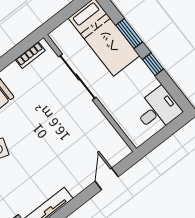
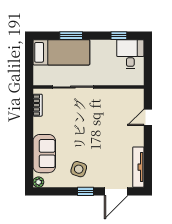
window: (153, 64) -> (119, 36), moved
door: (107, 179) -> (148, 117), hinge flipped

